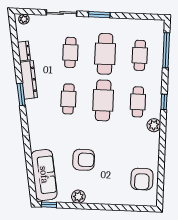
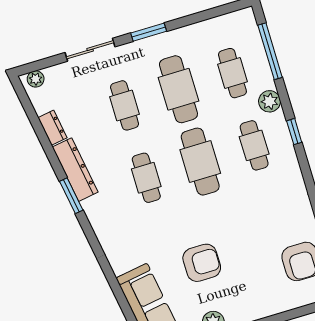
plant: (154, 125) -> (270, 101), moved

